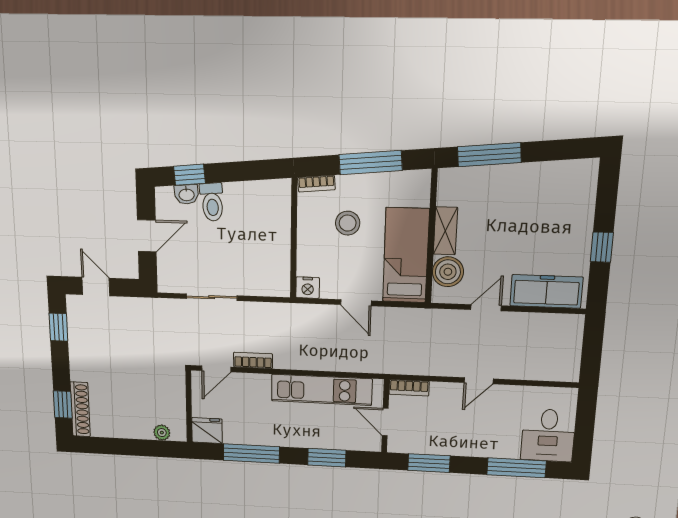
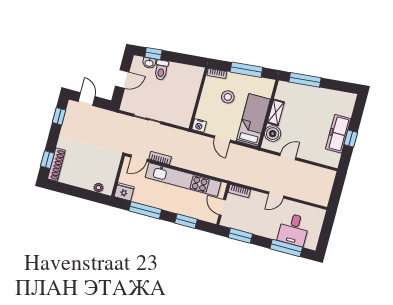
freezer: (546, 291) -> (338, 134), moved, turned -90
kitchen unit: (322, 390) -> (183, 180), width x1.36
desk: (548, 435) -> (294, 230), moved

